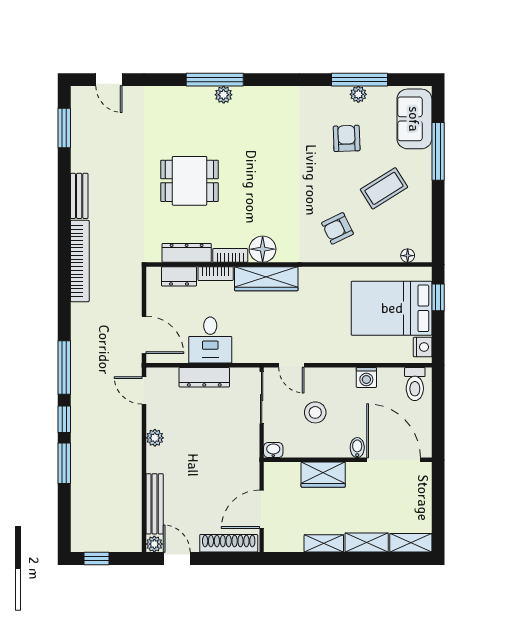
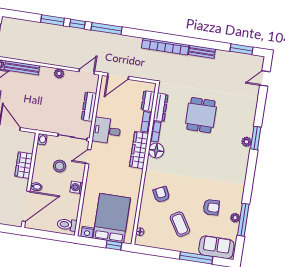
window: (215, 80) -> (256, 138), width x0.69
desk: (210, 340) -> (107, 131), moved
washing machine: (366, 377) -> (76, 187), moved

